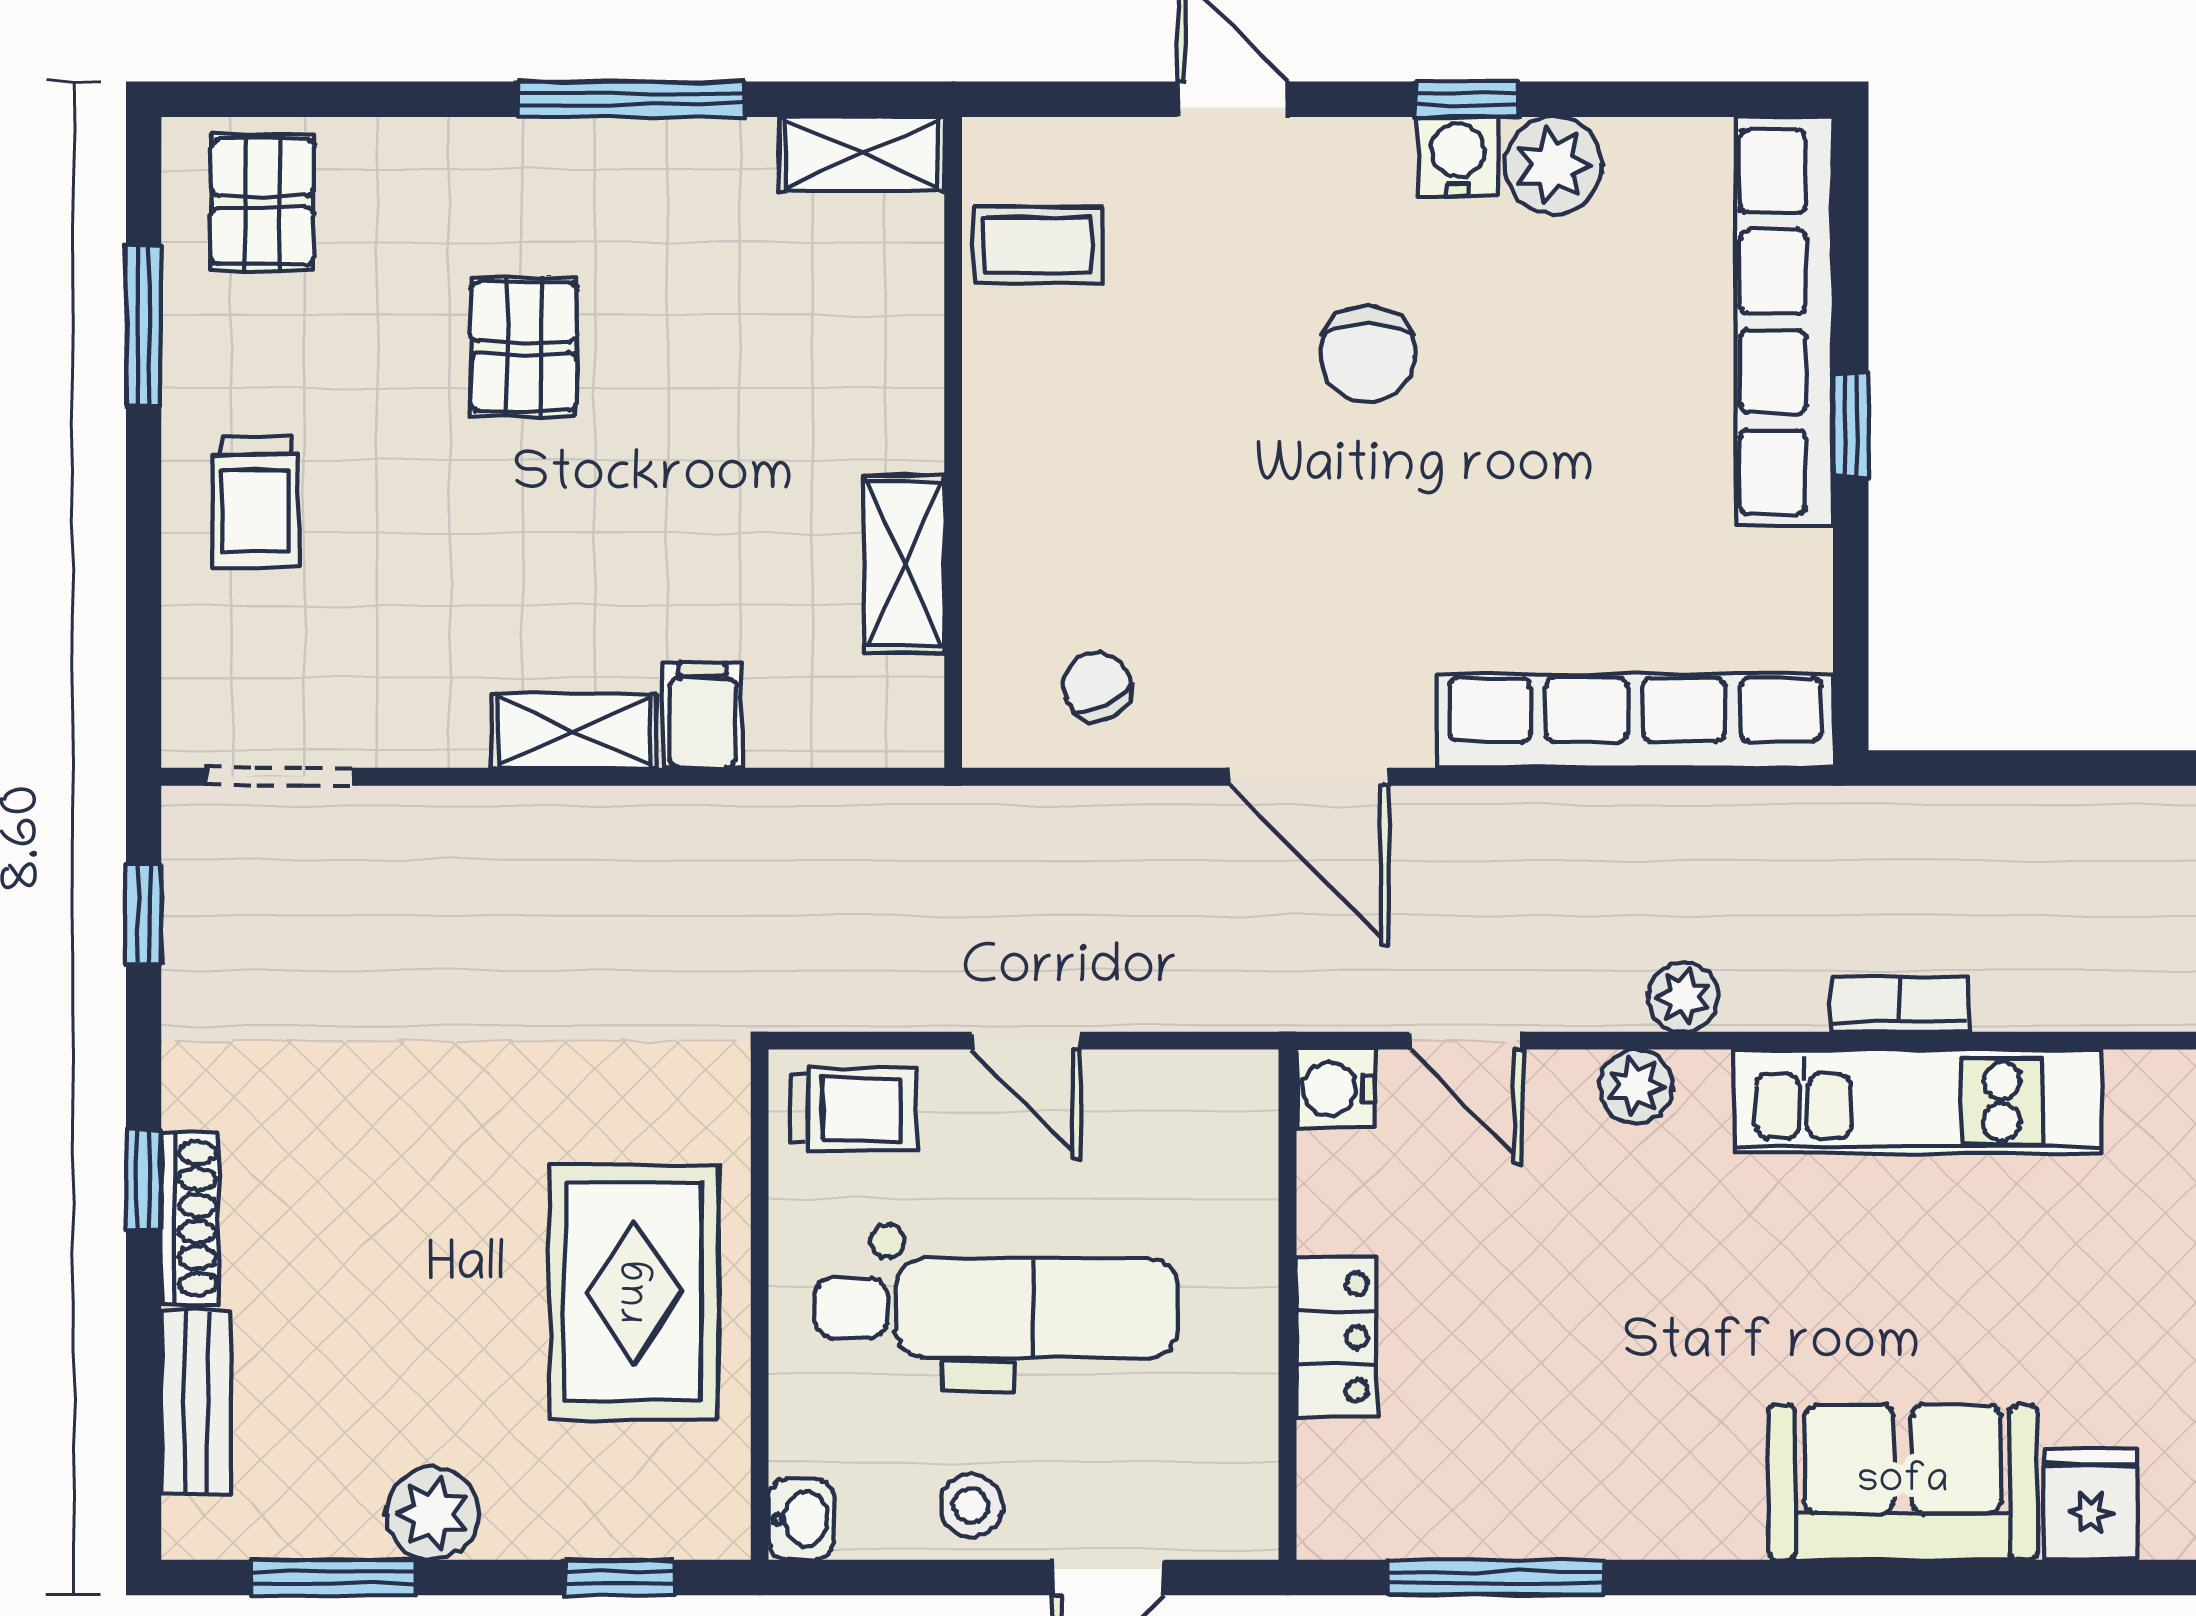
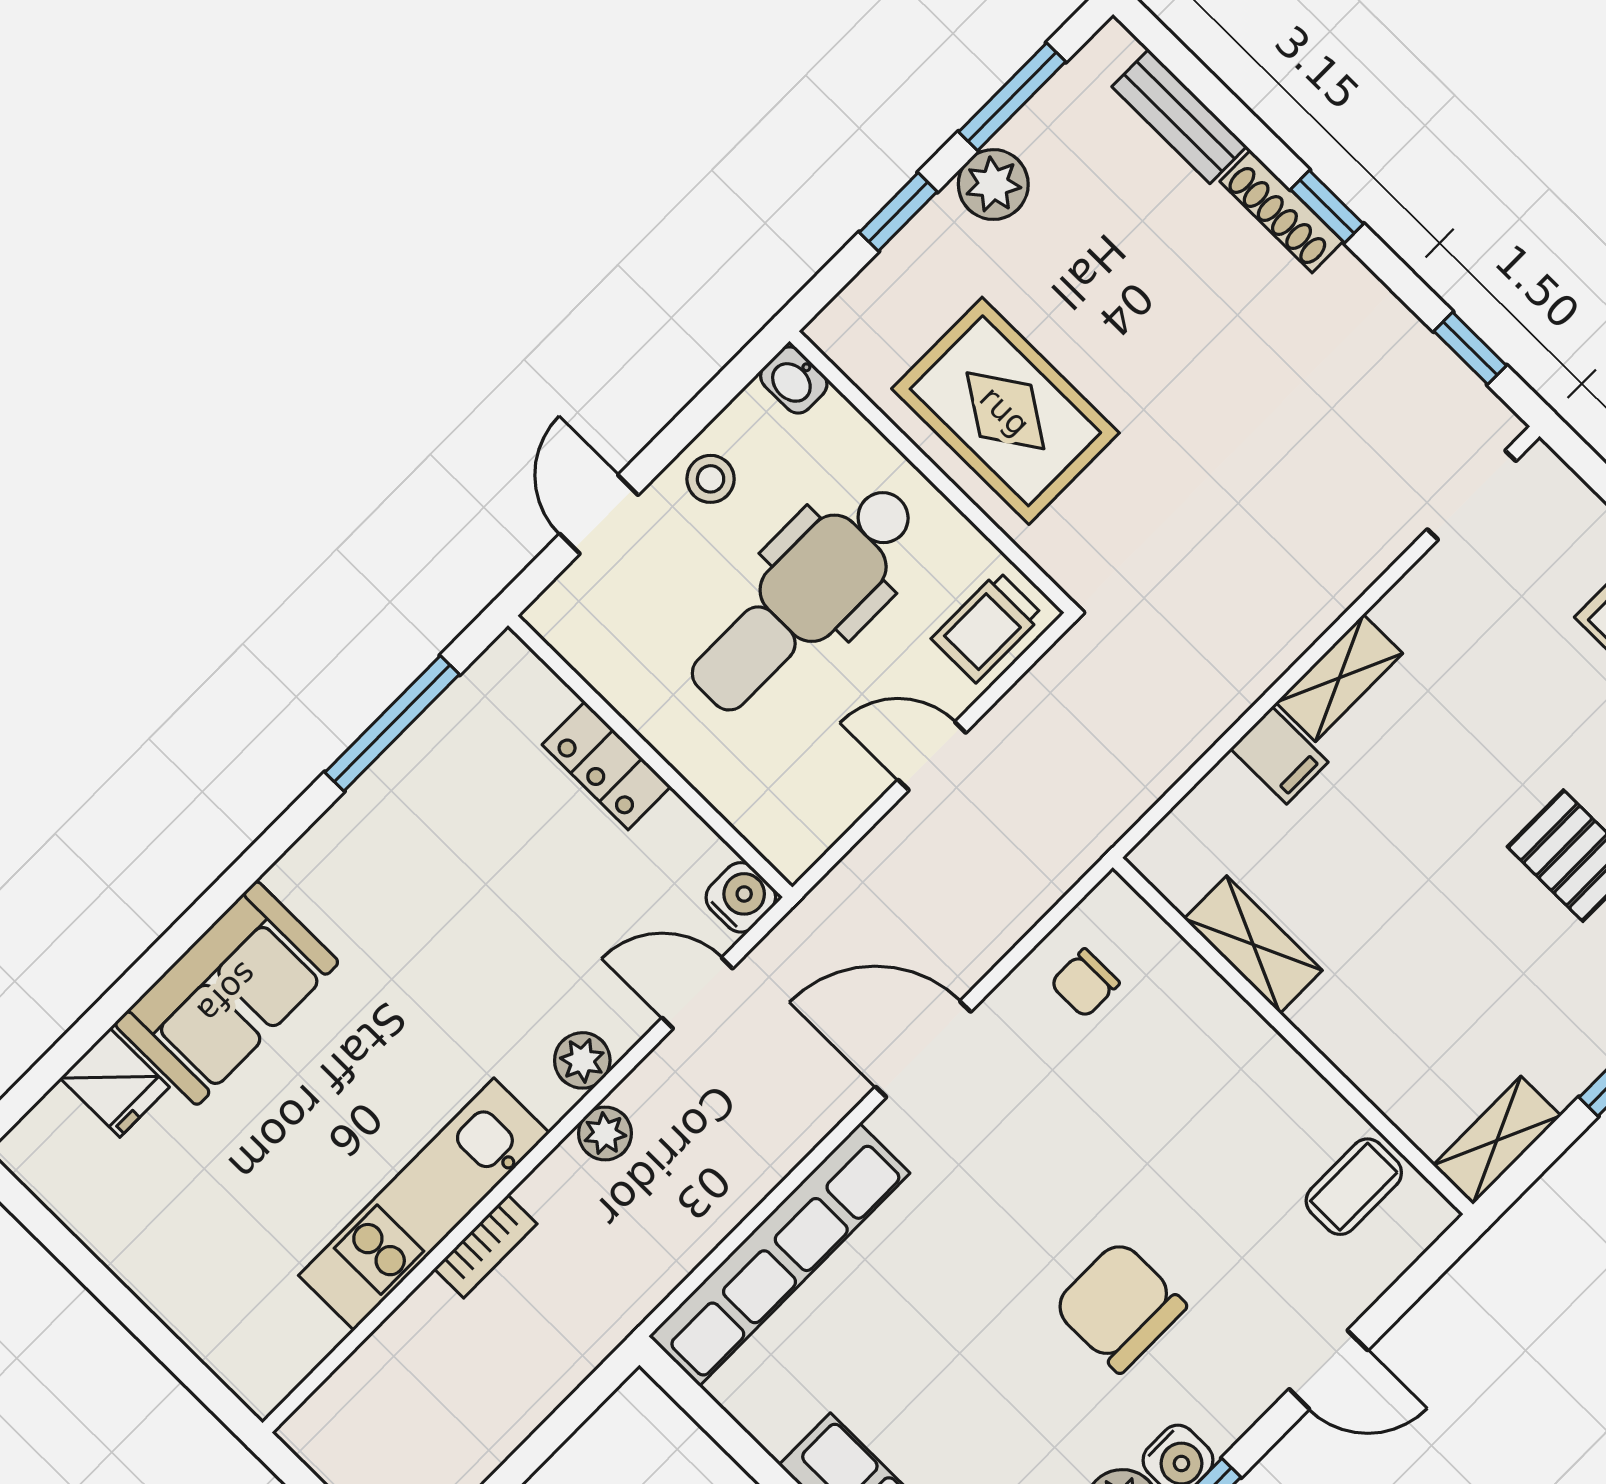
chair: (1368, 354) -> (1120, 1306), width x1.37, depth x1.37
chair: (1097, 686) -> (1085, 983), turned 117
window: (620, 1577) -> (898, 212), moved

